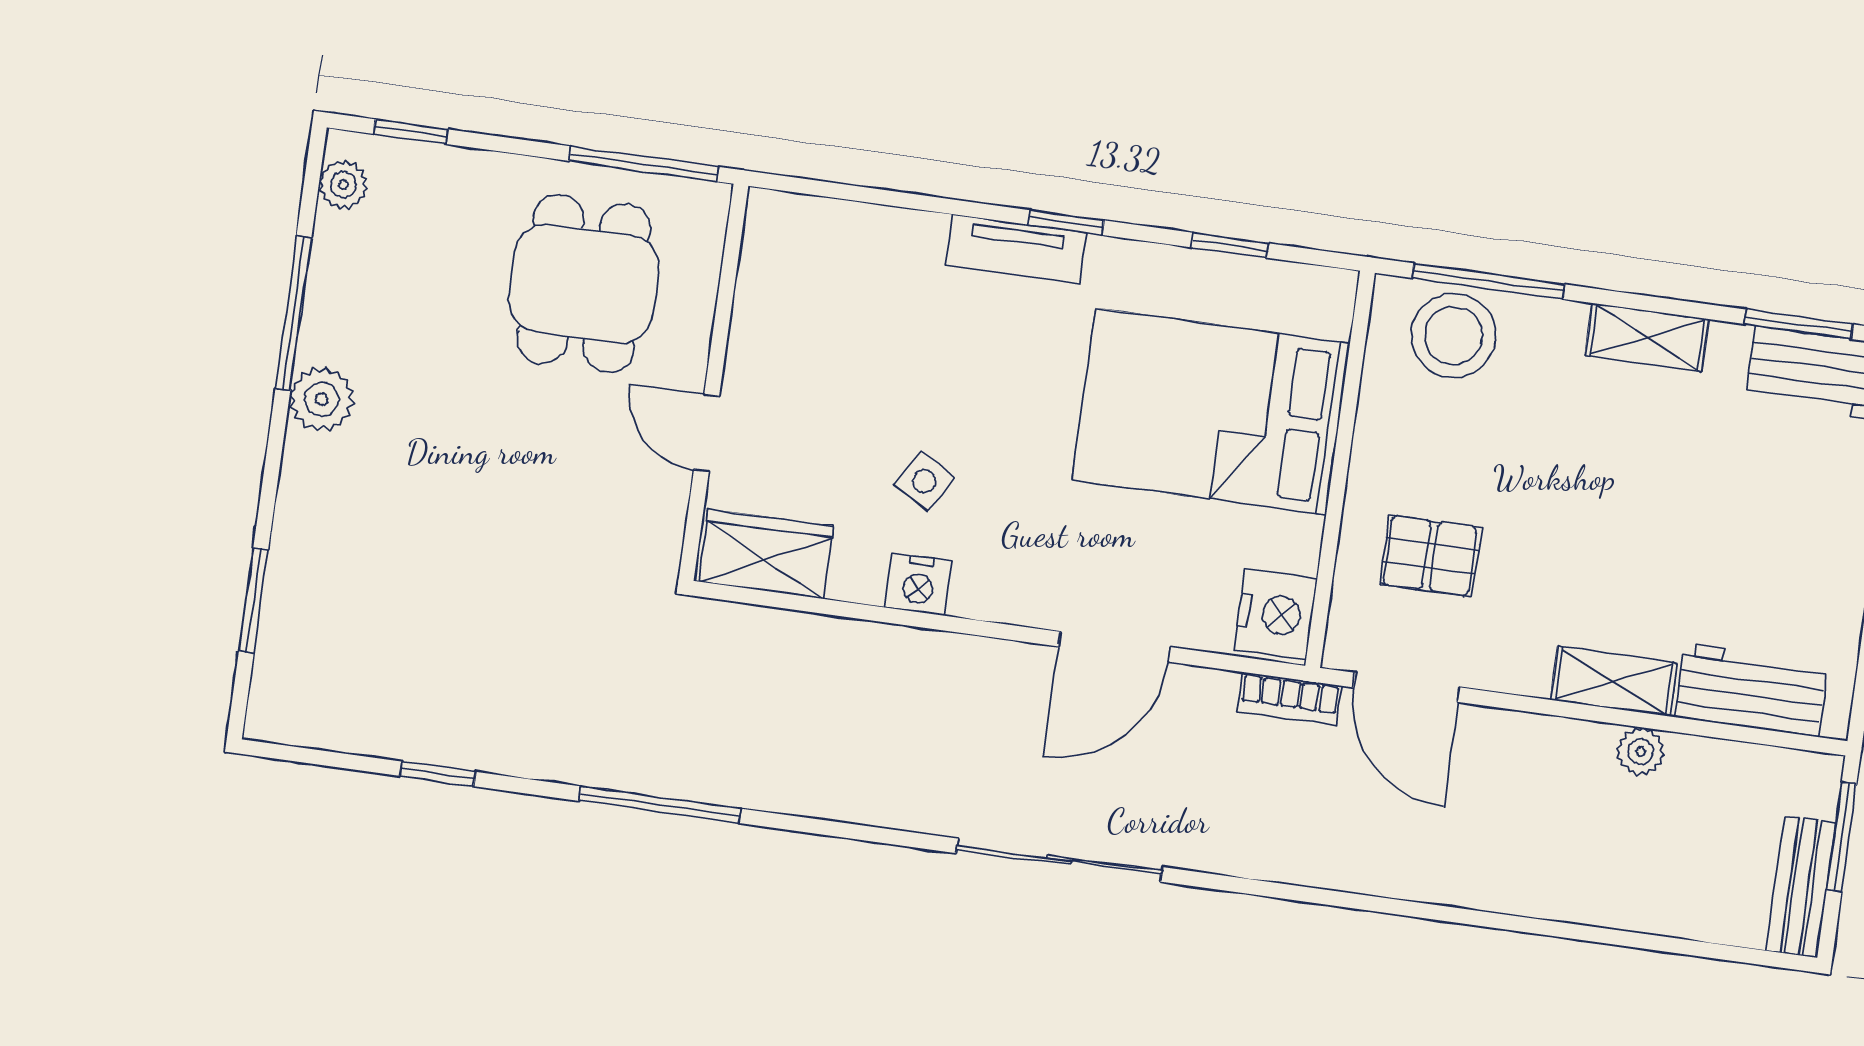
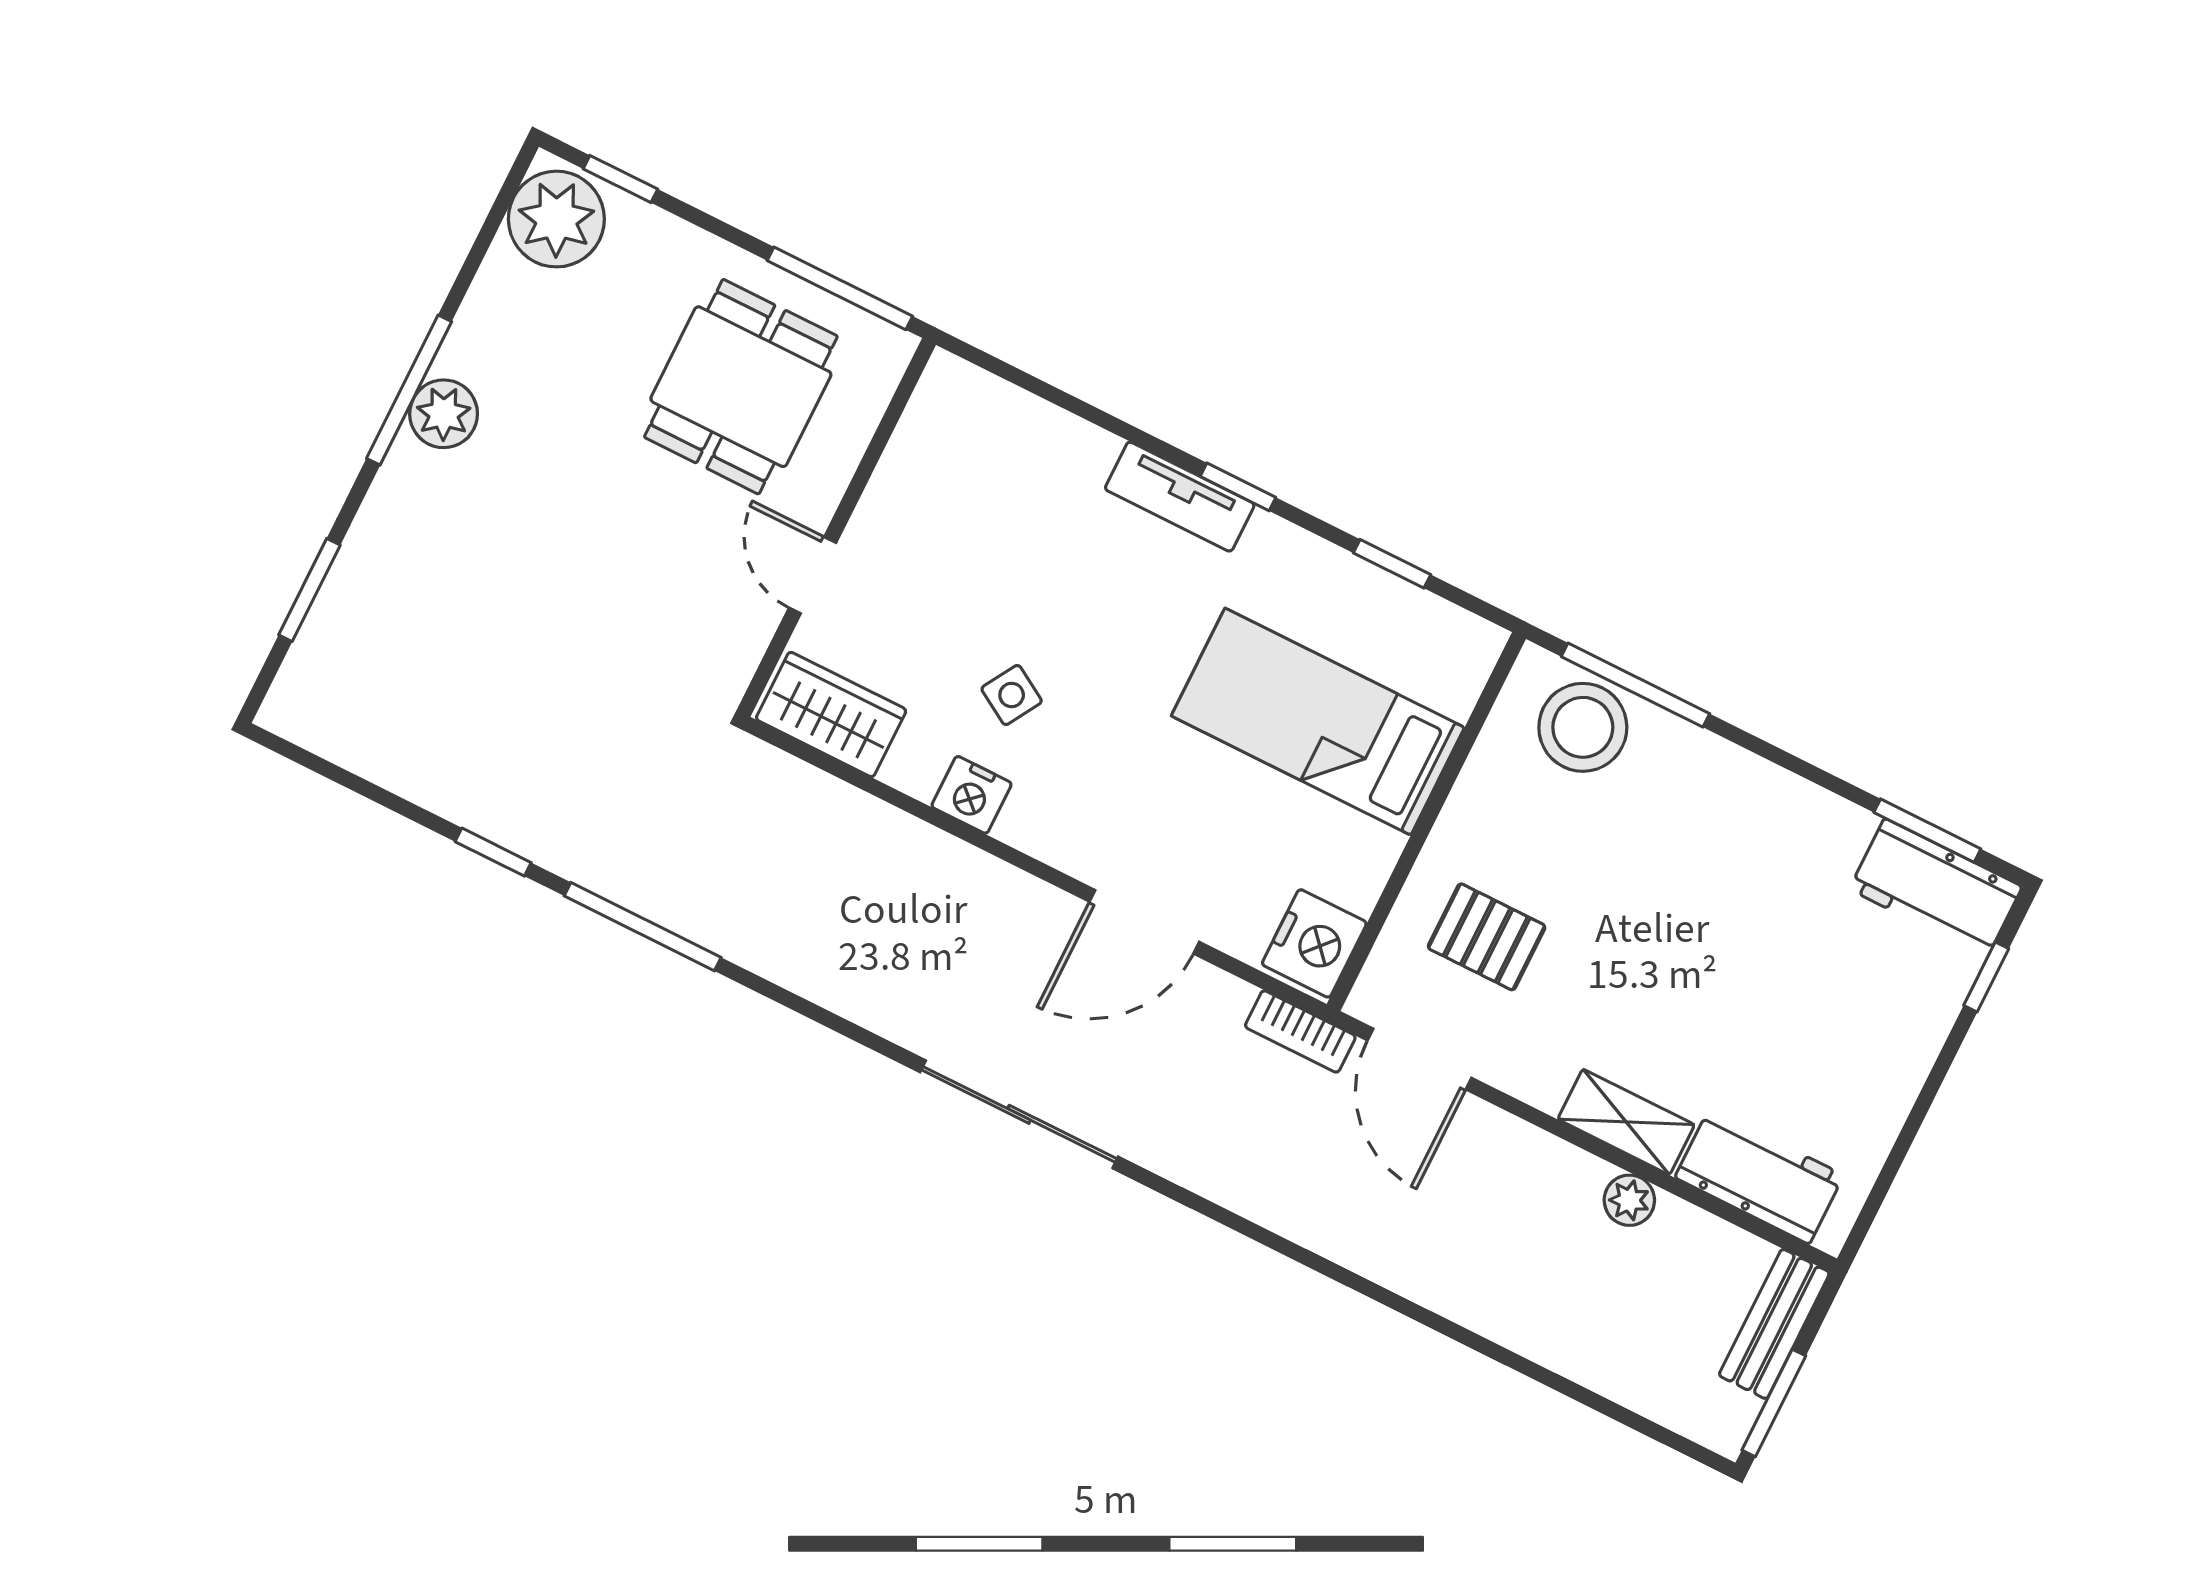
plant: (343, 185) -> (556, 219), width x1.88, depth x1.88
window: (293, 313) -> (409, 390), moved
shelving: (1647, 337) -> (1773, 793), removed
bed: (1211, 412) -> (1318, 722), width x0.67
window: (438, 774) -> (493, 852), moved
window: (1842, 837) -> (1774, 1403), moved
bench: (1801, 887) -> (1774, 1324), moved

